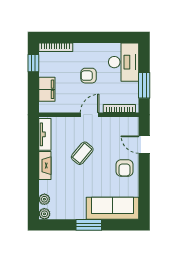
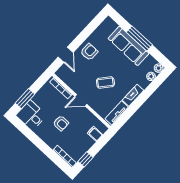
desk: (124, 62) -> (31, 115), width x0.73
window: (144, 85) -> (25, 99), moved
filing cabinet: (47, 89) -> (95, 134), width x0.50
sofa: (113, 208) -> (129, 46), moved
window: (89, 225) -> (139, 38), width x1.44

